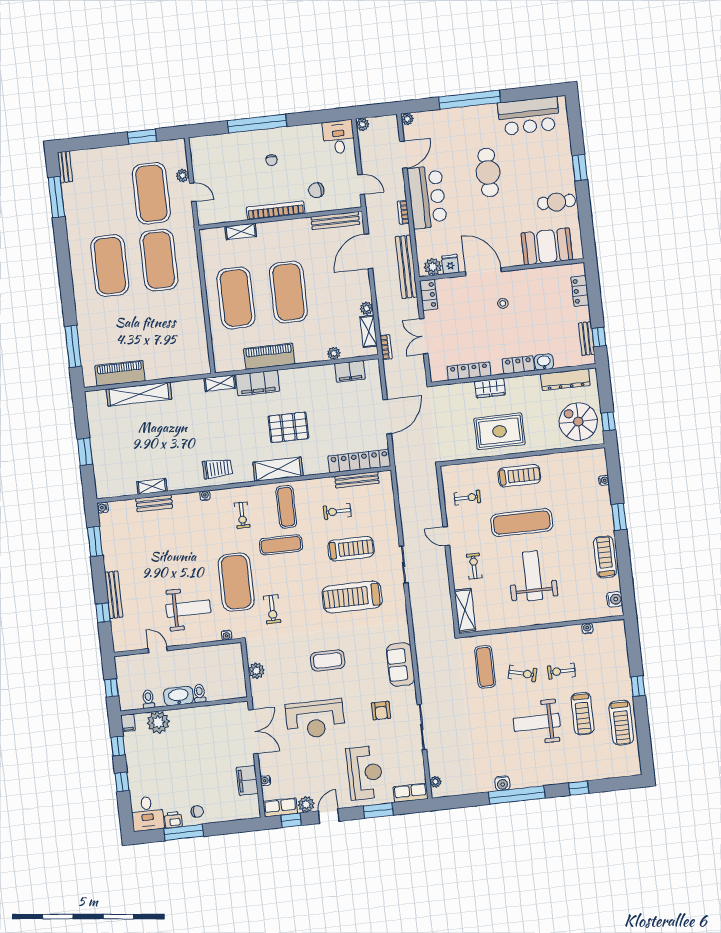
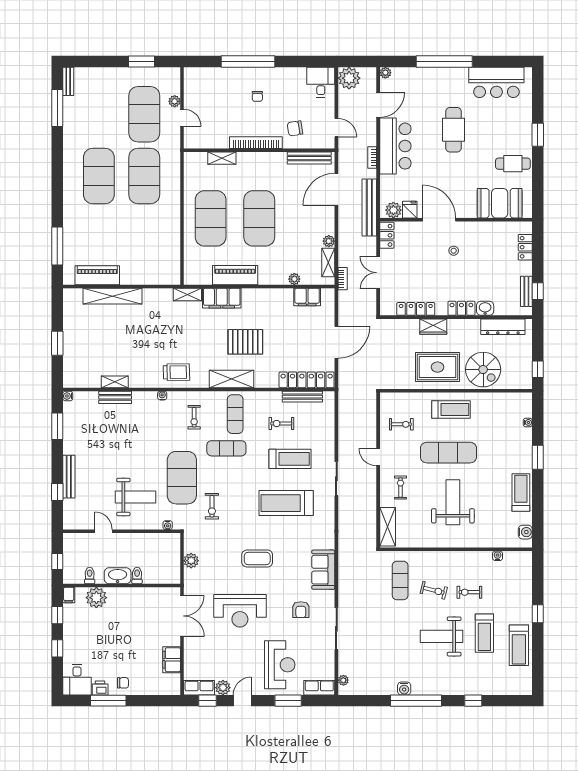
plant: (363, 124) -> (349, 78), width x1.88, depth x1.88
spiral stairs: (578, 422) -> (483, 370), moved, turned 180
water cooler: (265, 781) -> (188, 662), removed

